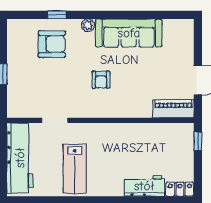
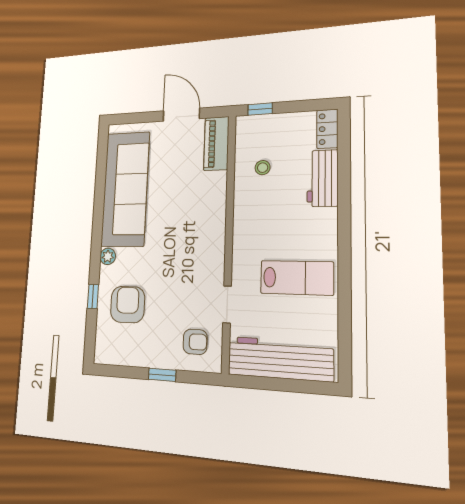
sofa: (129, 33) -> (125, 189), width x1.36, depth x1.27
armchair: (101, 80) -> (195, 342), moved
stool: (153, 144) -> (263, 168), added

